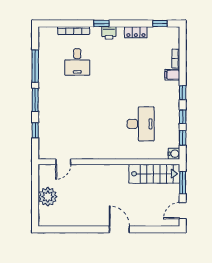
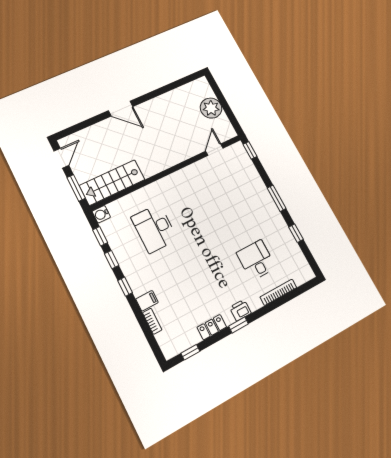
window: (101, 23) -> (239, 325), moved
window: (35, 66) -> (296, 233), width x0.46
window: (35, 130) -> (250, 150), moved

